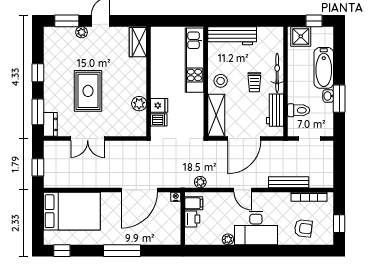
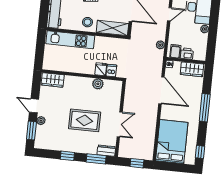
wardrobe: (172, 228) -> (192, 69), added

